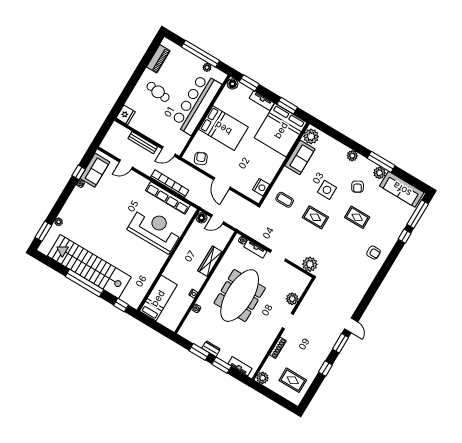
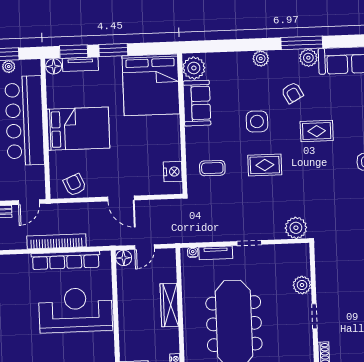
tv unit: (262, 101) -> (80, 64), moved
window: (287, 106) -> (113, 50), moved

